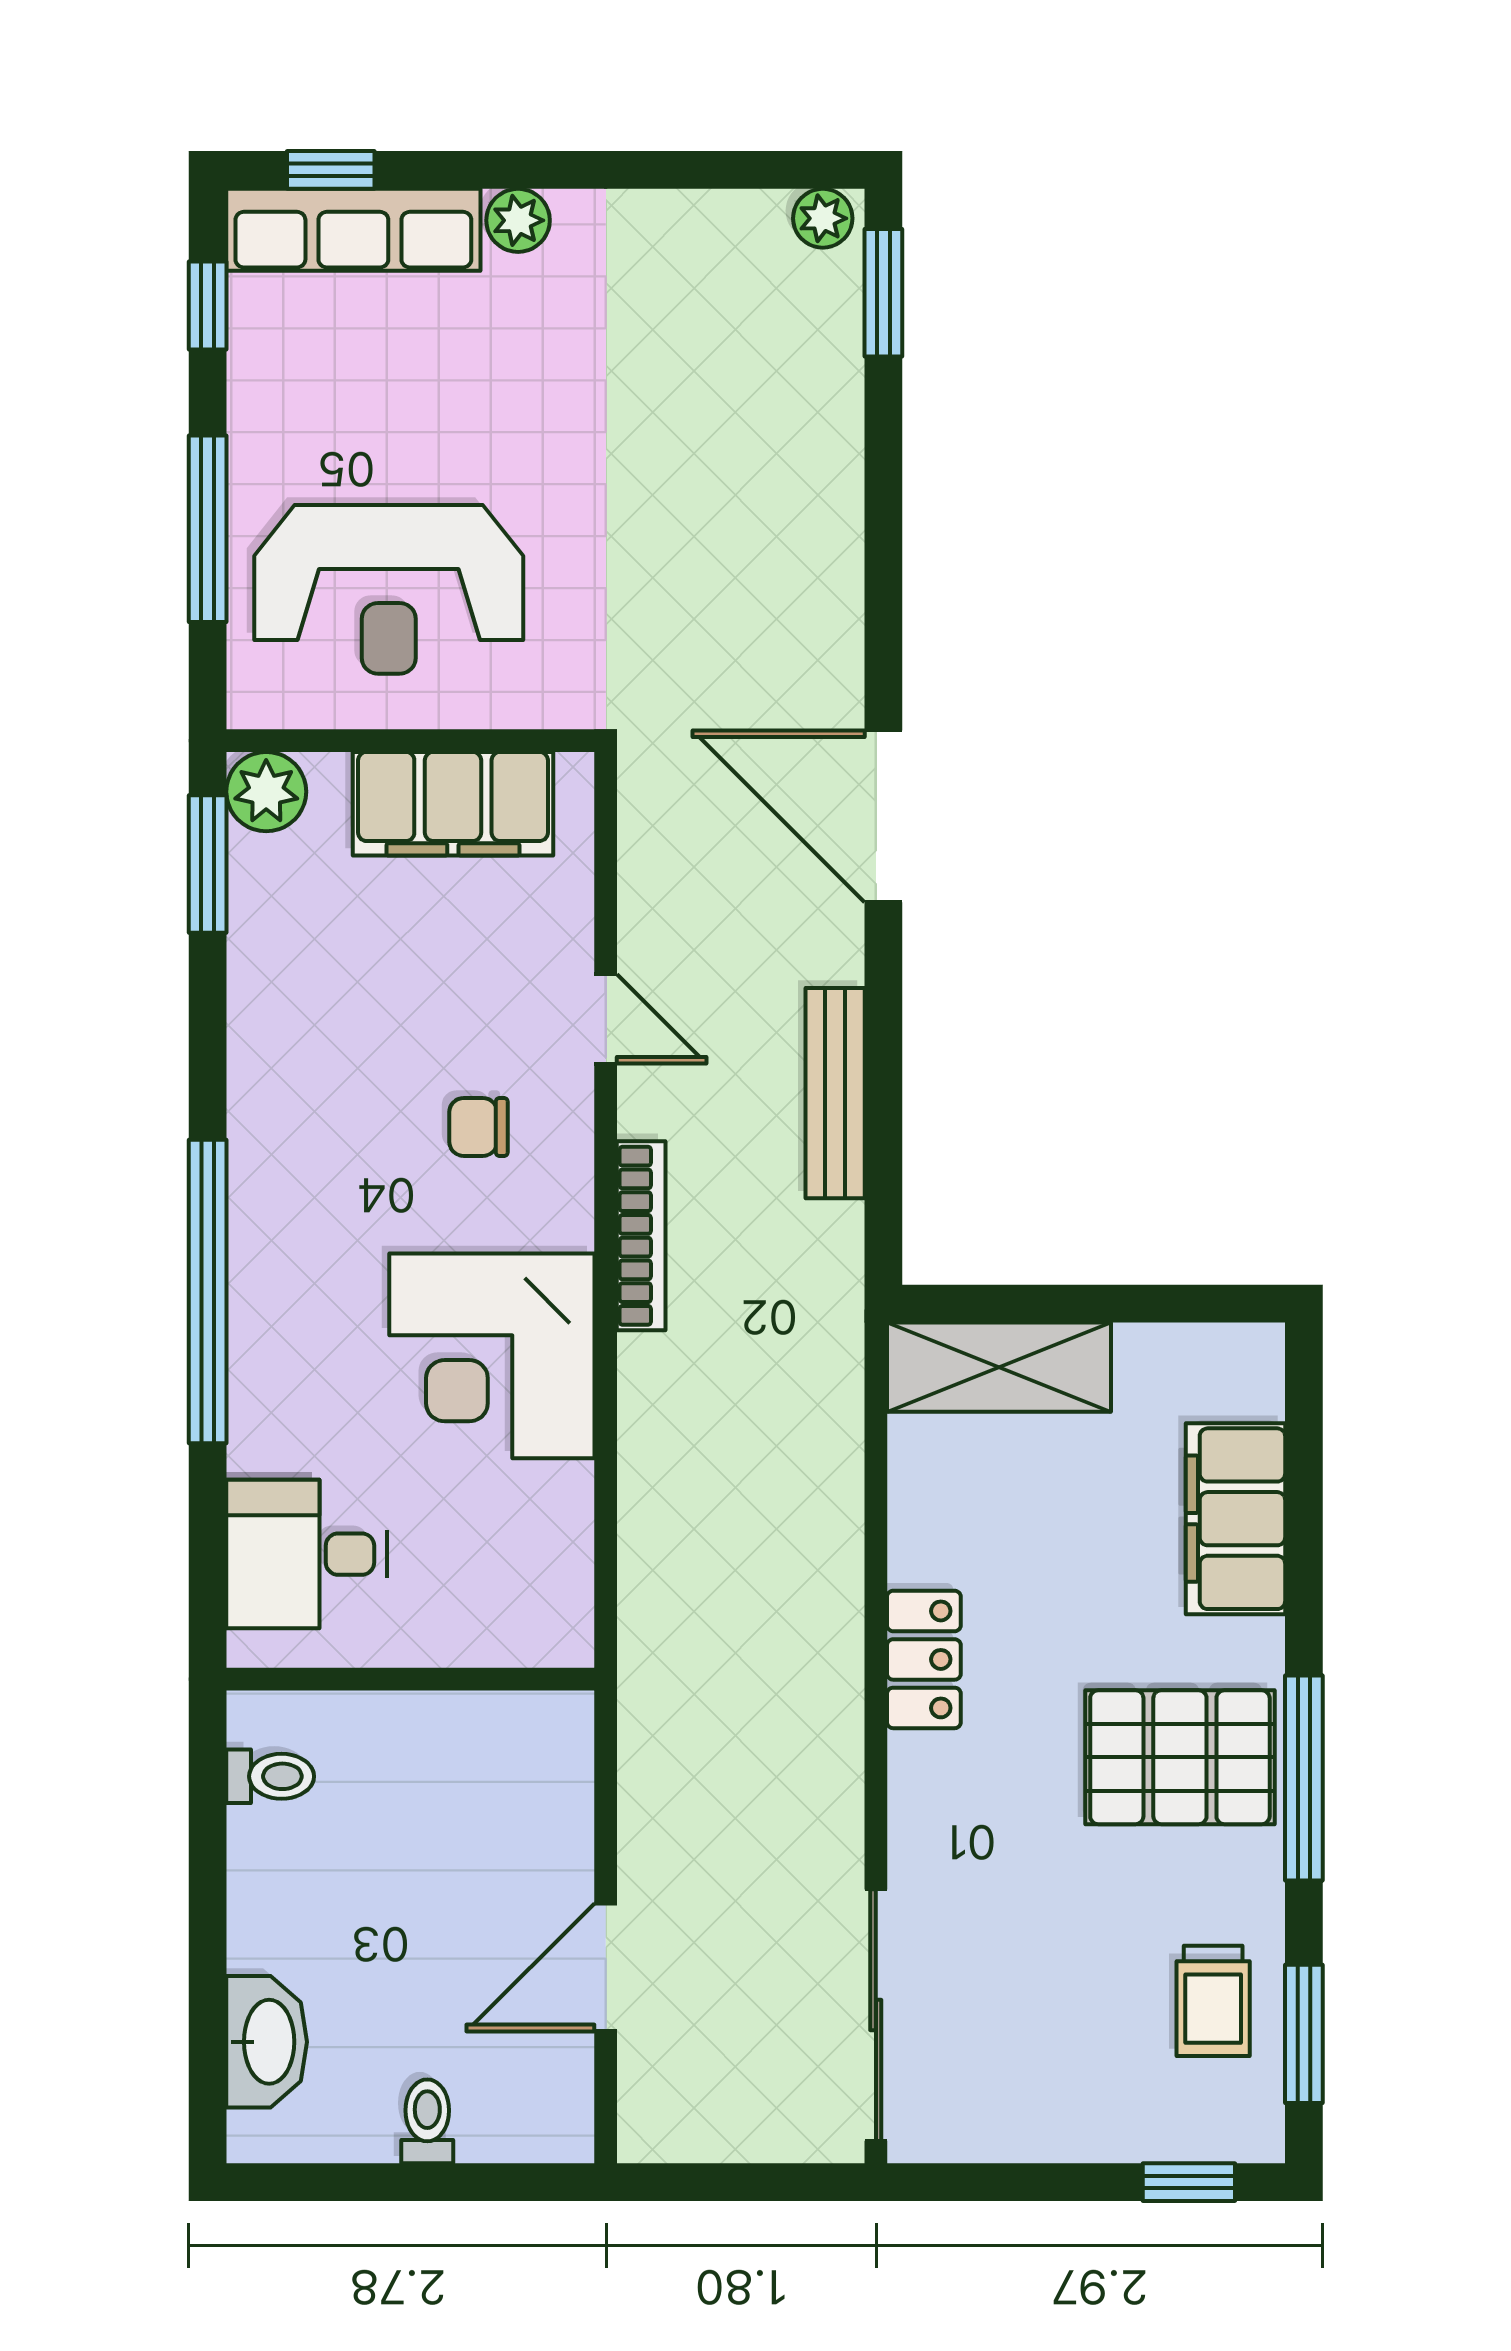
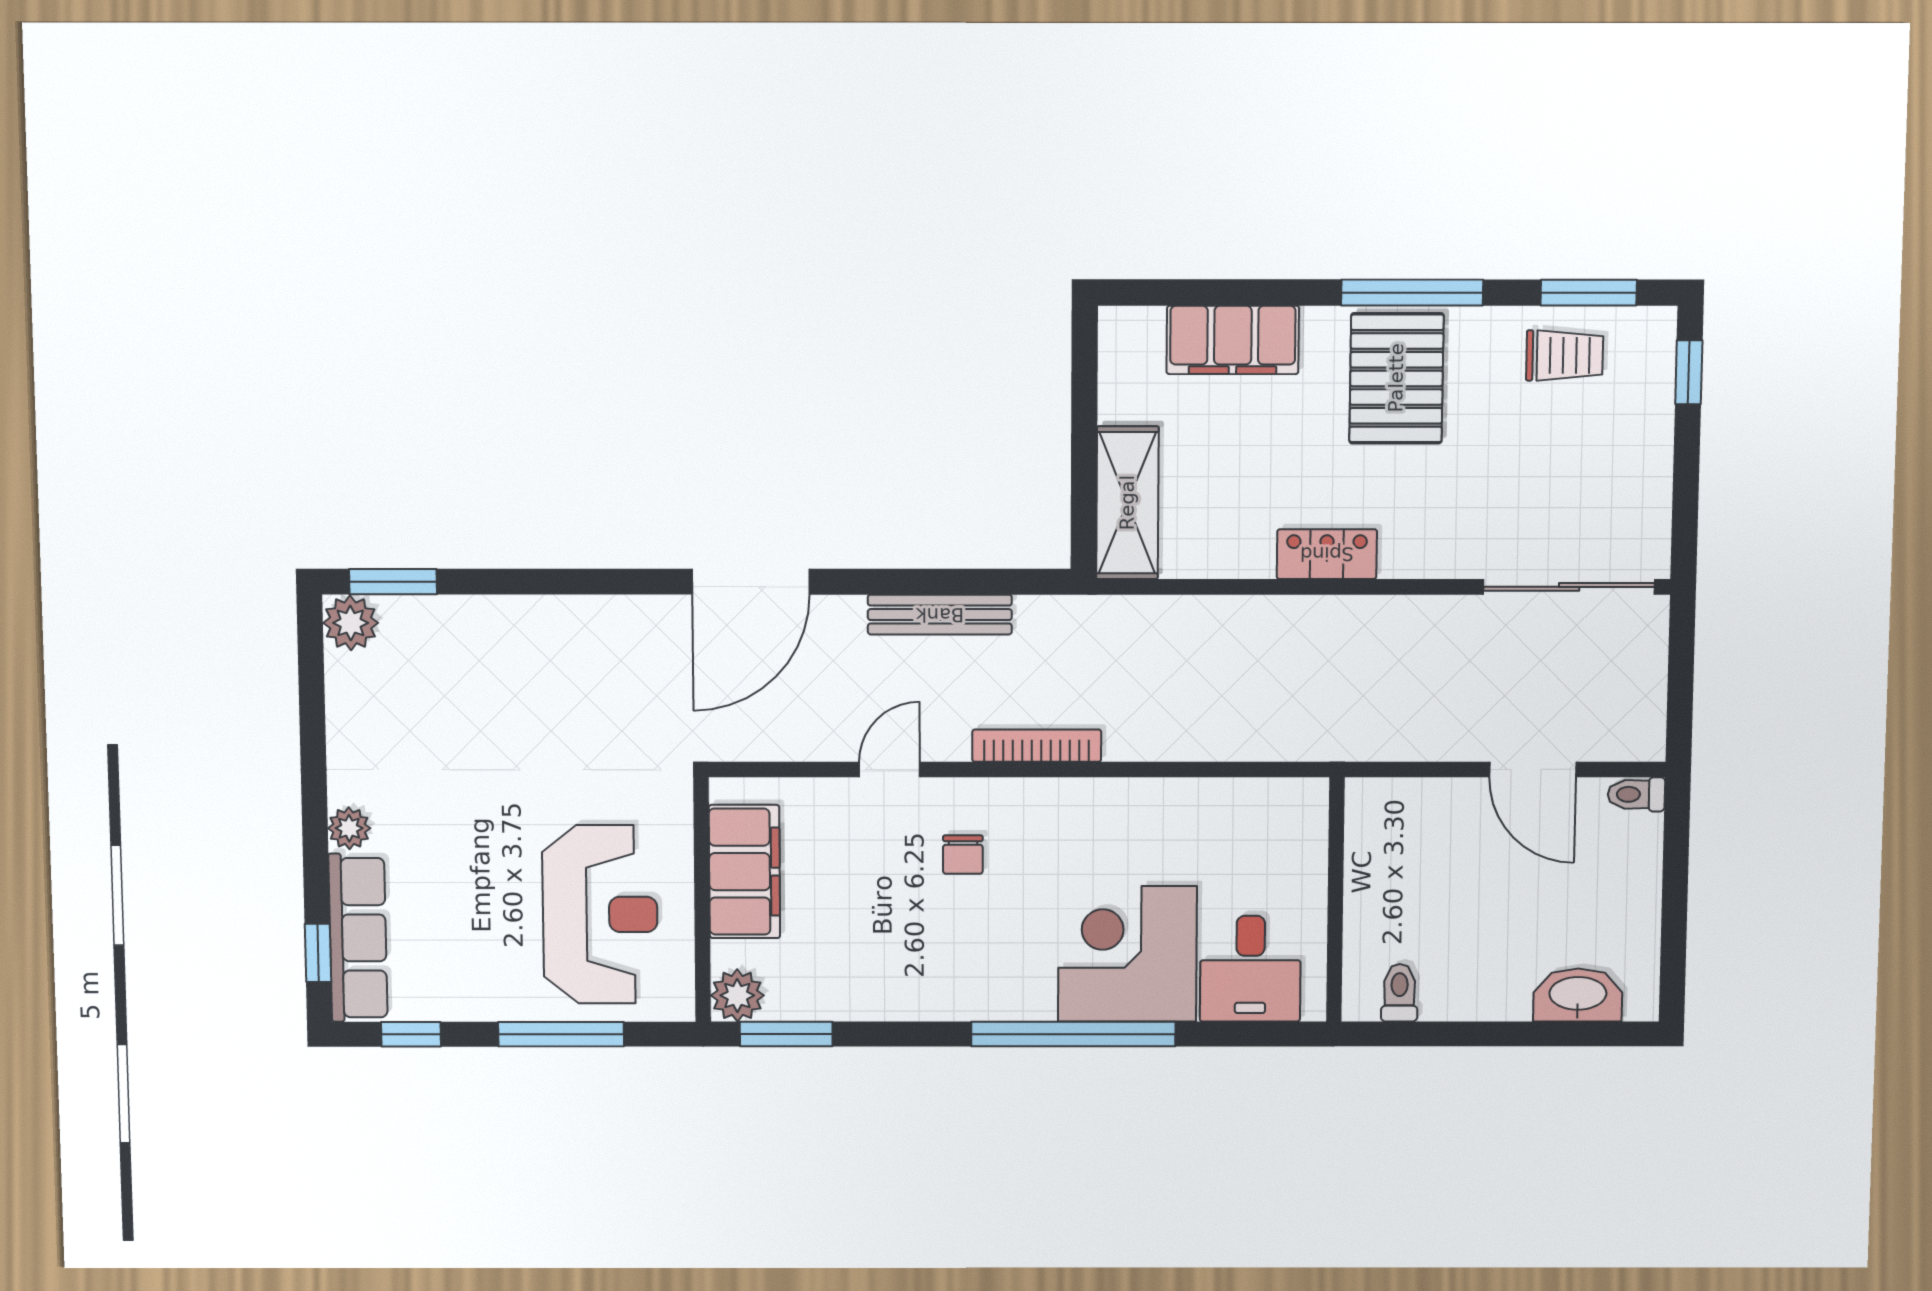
plant: (823, 218) -> (351, 623), width x1.38, depth x1.38
corner desk: (492, 1356) -> (1127, 954), moved, turned 180
toilet: (427, 2121) -> (1636, 794), moved

